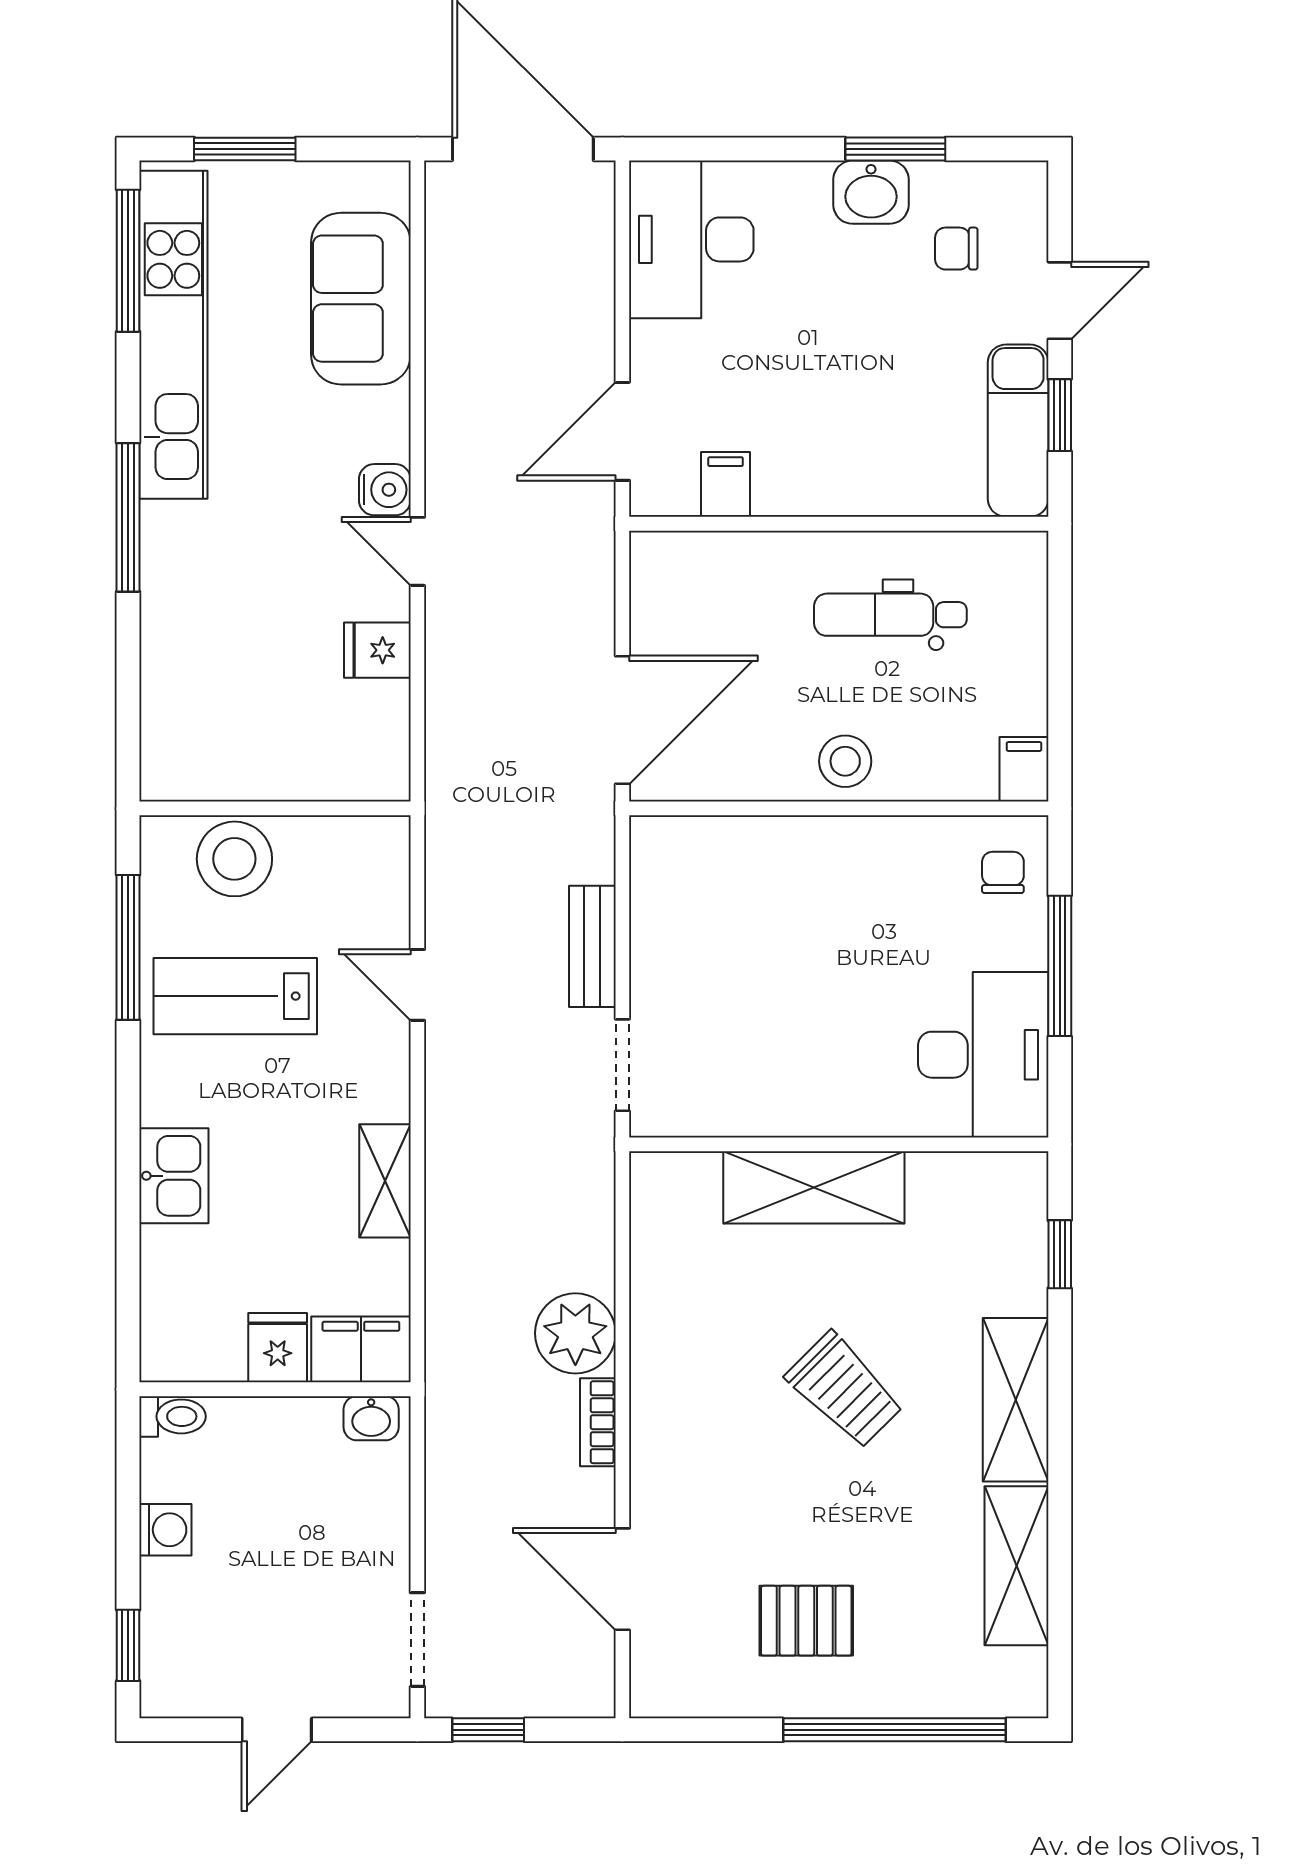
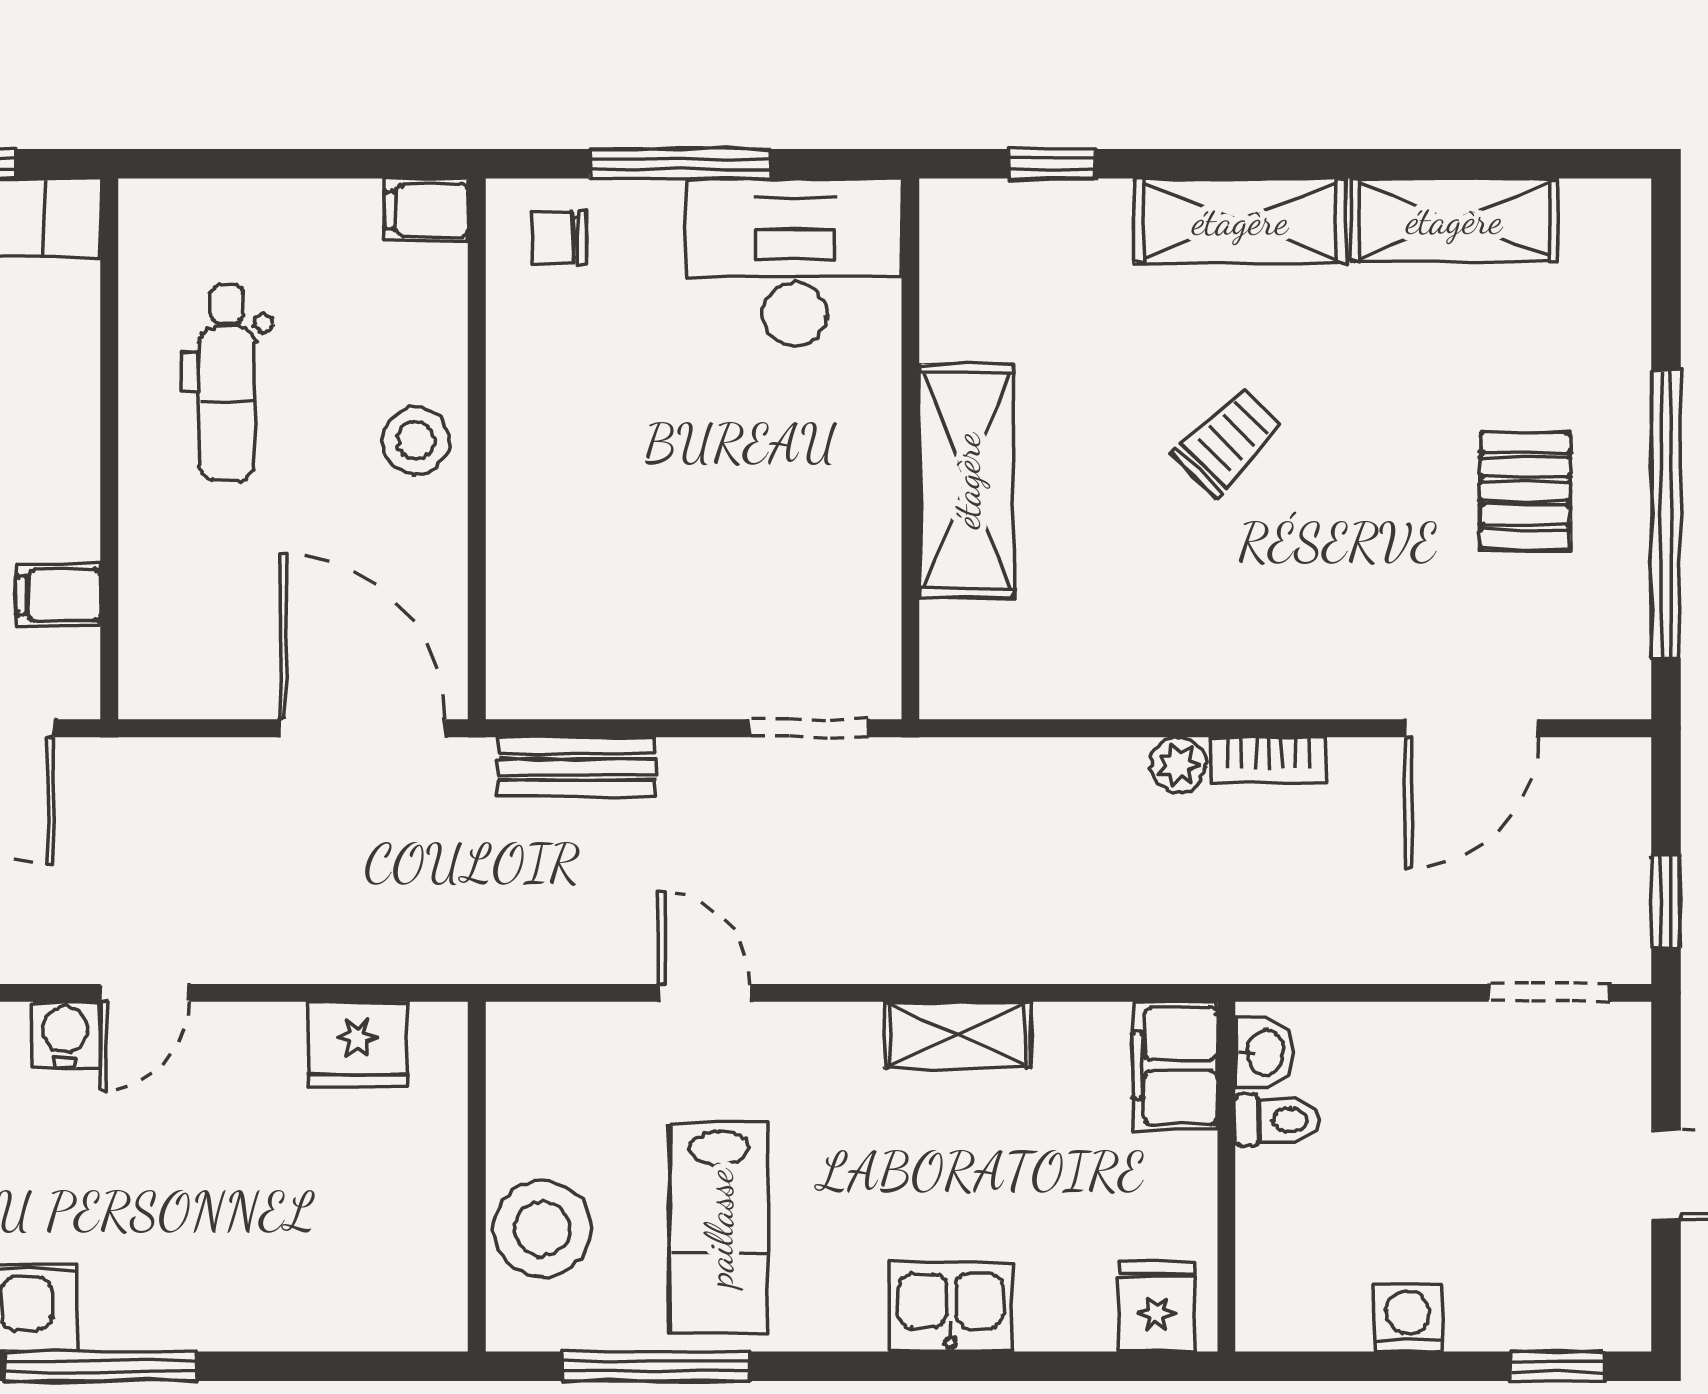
fridge: (377, 650) -> (358, 1044), moved, width x1.38
bench: (592, 946) -> (577, 767), moved
door: (417, 985) -> (704, 993), swing flipped
plant: (575, 1333) -> (1178, 765), width x0.53, depth x0.53
fridge: (278, 1348) -> (1156, 1307), moved, turned 90
trolley: (845, 1390) -> (1228, 441), width x0.73, depth x0.72
toilet: (173, 1416) -> (1278, 1120), moved, turned 90
window: (895, 1730) -> (1666, 514), moved

